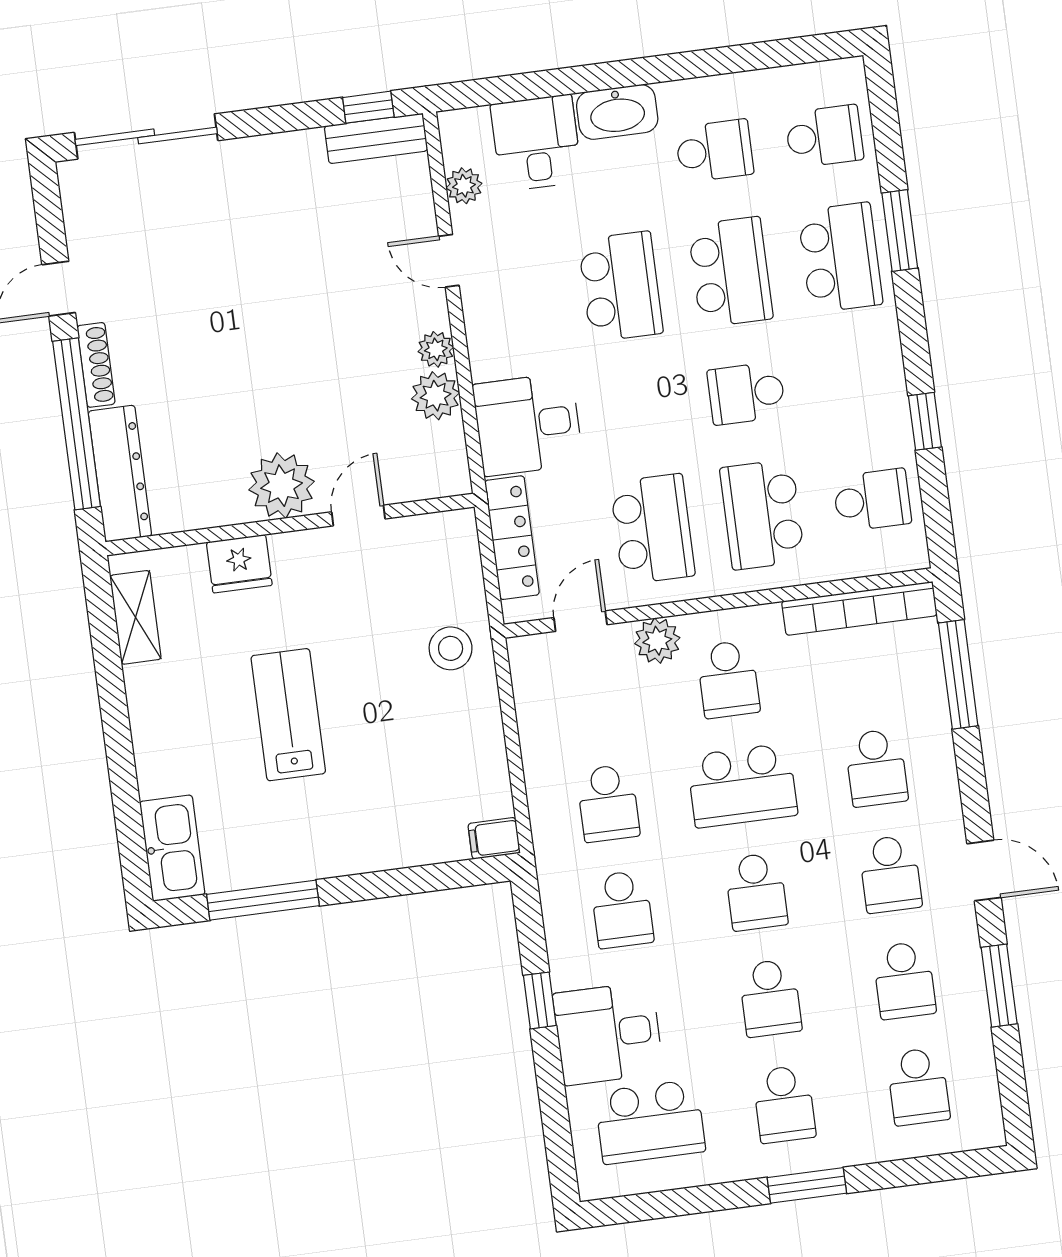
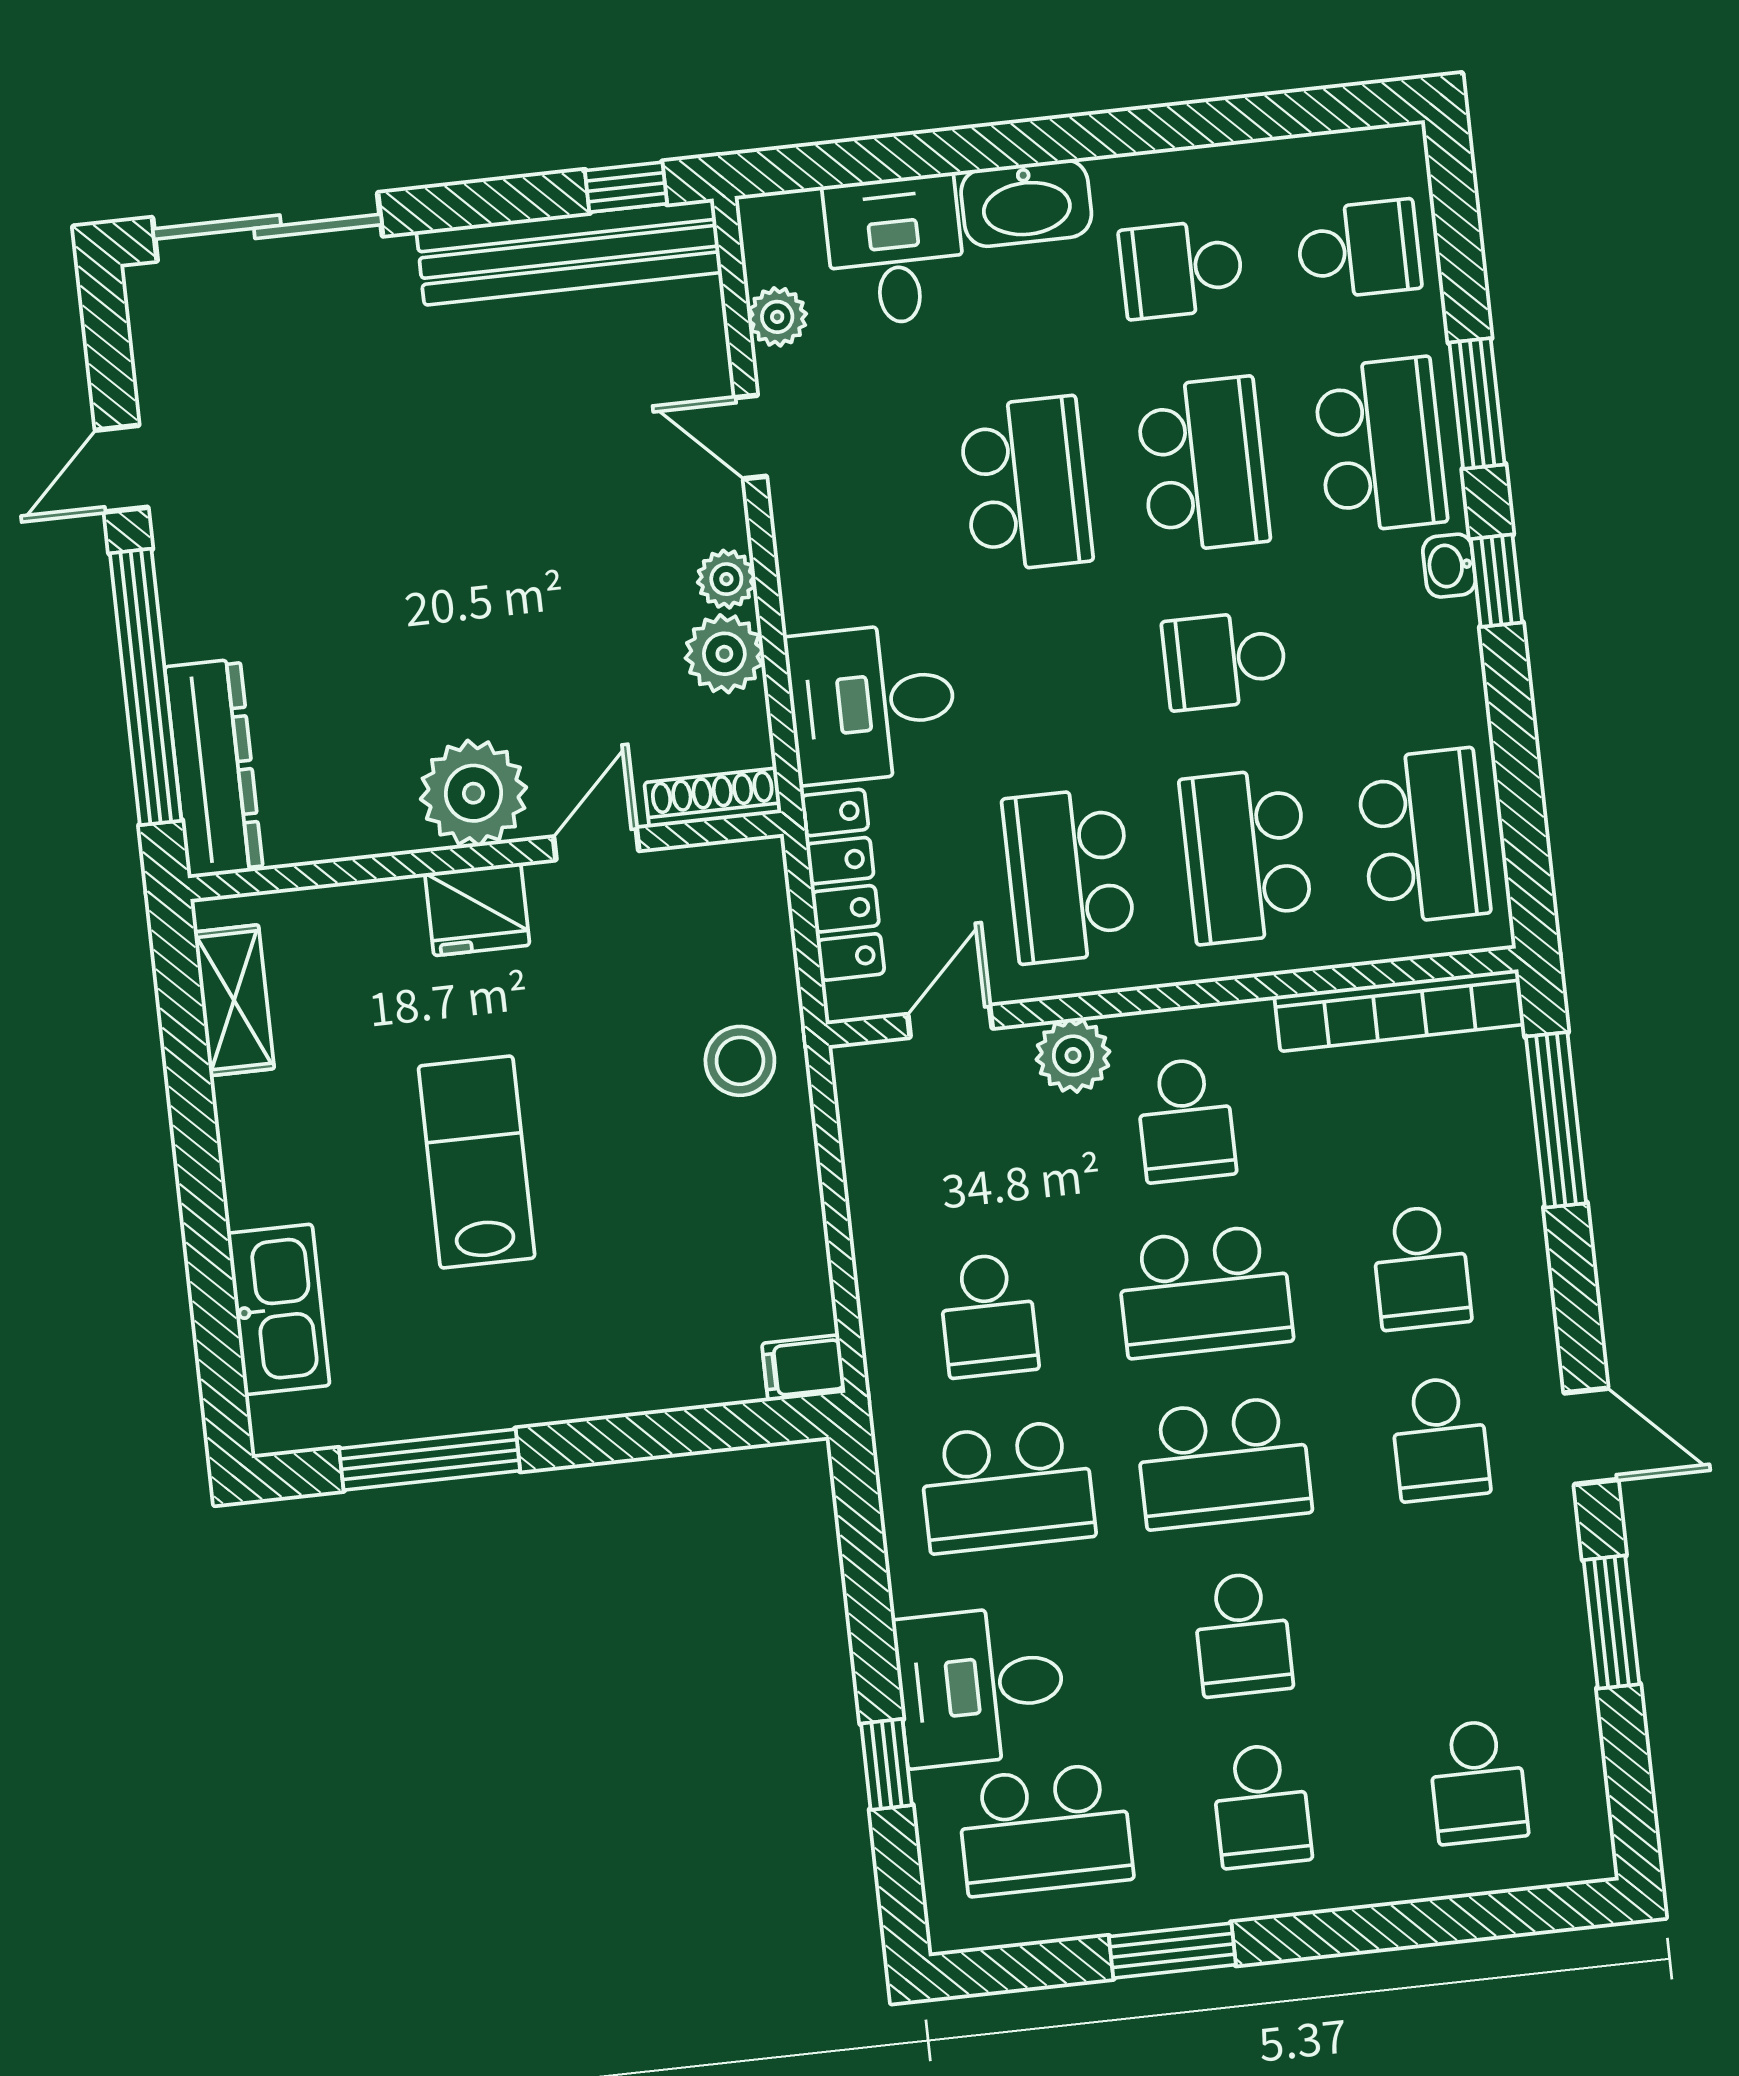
bench: (376, 138) -> (569, 252), width x1.86, depth x1.21
school desk: (714, 151) -> (1181, 269), turned 180
washbasin: (885, 332) -> (1449, 566), added
shoe rack: (96, 365) -> (713, 798), moved, turned -90
window: (925, 421) -> (1497, 581), moved
school desk: (872, 500) -> (1423, 836), width x1.85
school desk: (653, 529) -> (1069, 876), turned 180
fridge: (239, 564) -> (477, 909), moved
kitchen sink: (172, 848) -> (278, 1309), moved
school desk: (756, 892) -> (1224, 1463), width x1.85
school desk: (622, 909) -> (1007, 1487), width x1.85
school desk: (904, 980) -> (1459, 1610), removed
window: (540, 1000) -> (887, 1764), moved
window: (807, 1185) -> (1172, 1951), moved

